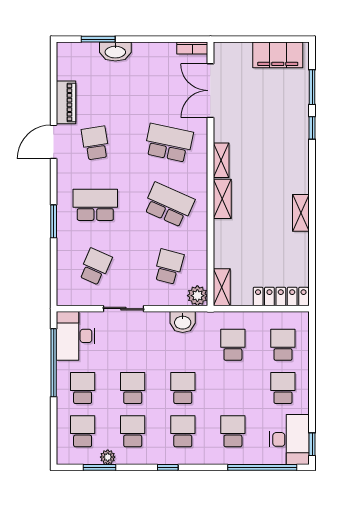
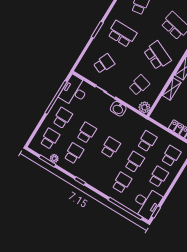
shelving: (222, 287) -> (172, 89), moved
washbasin: (183, 322) -> (118, 109), moved
school desk: (183, 431) -> (134, 162), moved

